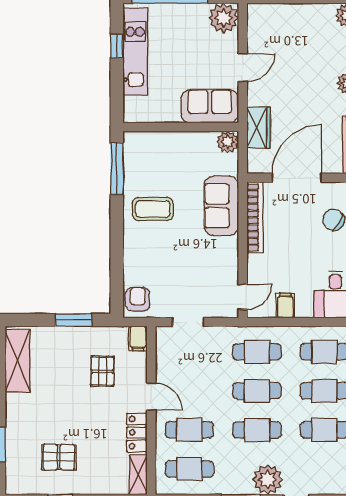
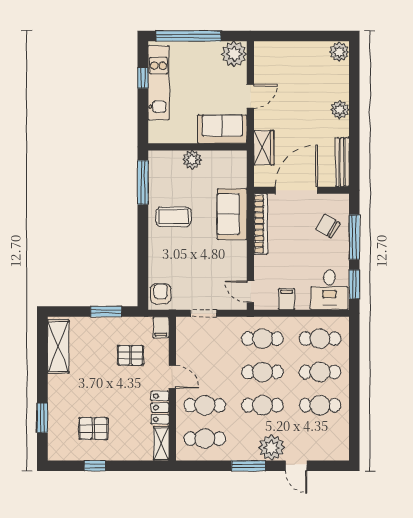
plant: (228, 142) -> (192, 160), moved
door: (243, 297) -> (250, 292), swing flipped
pallet: (102, 371) -> (131, 355), turned 90

